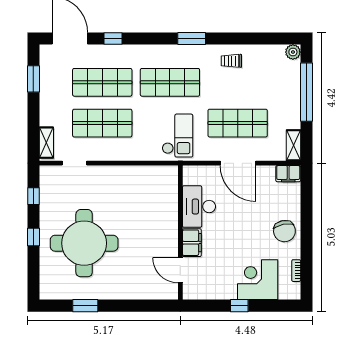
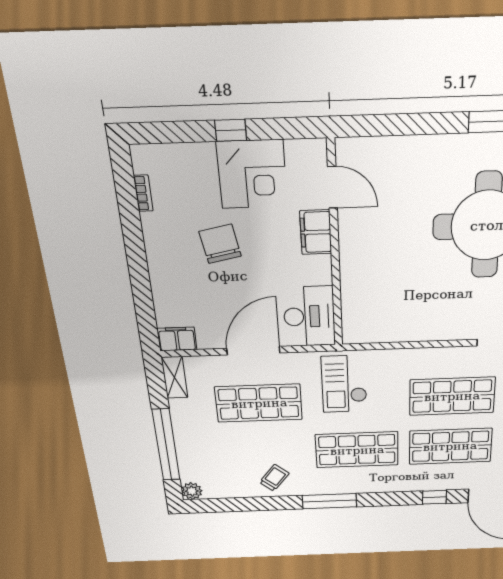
window: (192, 38) -> (329, 501), width x1.44
trolley: (231, 61) -> (274, 478), turned -51
door: (238, 163) -> (253, 351), hinge flipped
desk: (199, 207) -> (309, 316), moved
chair: (284, 231) -> (220, 244), moved
corner desk: (258, 280) -> (252, 174), moved

